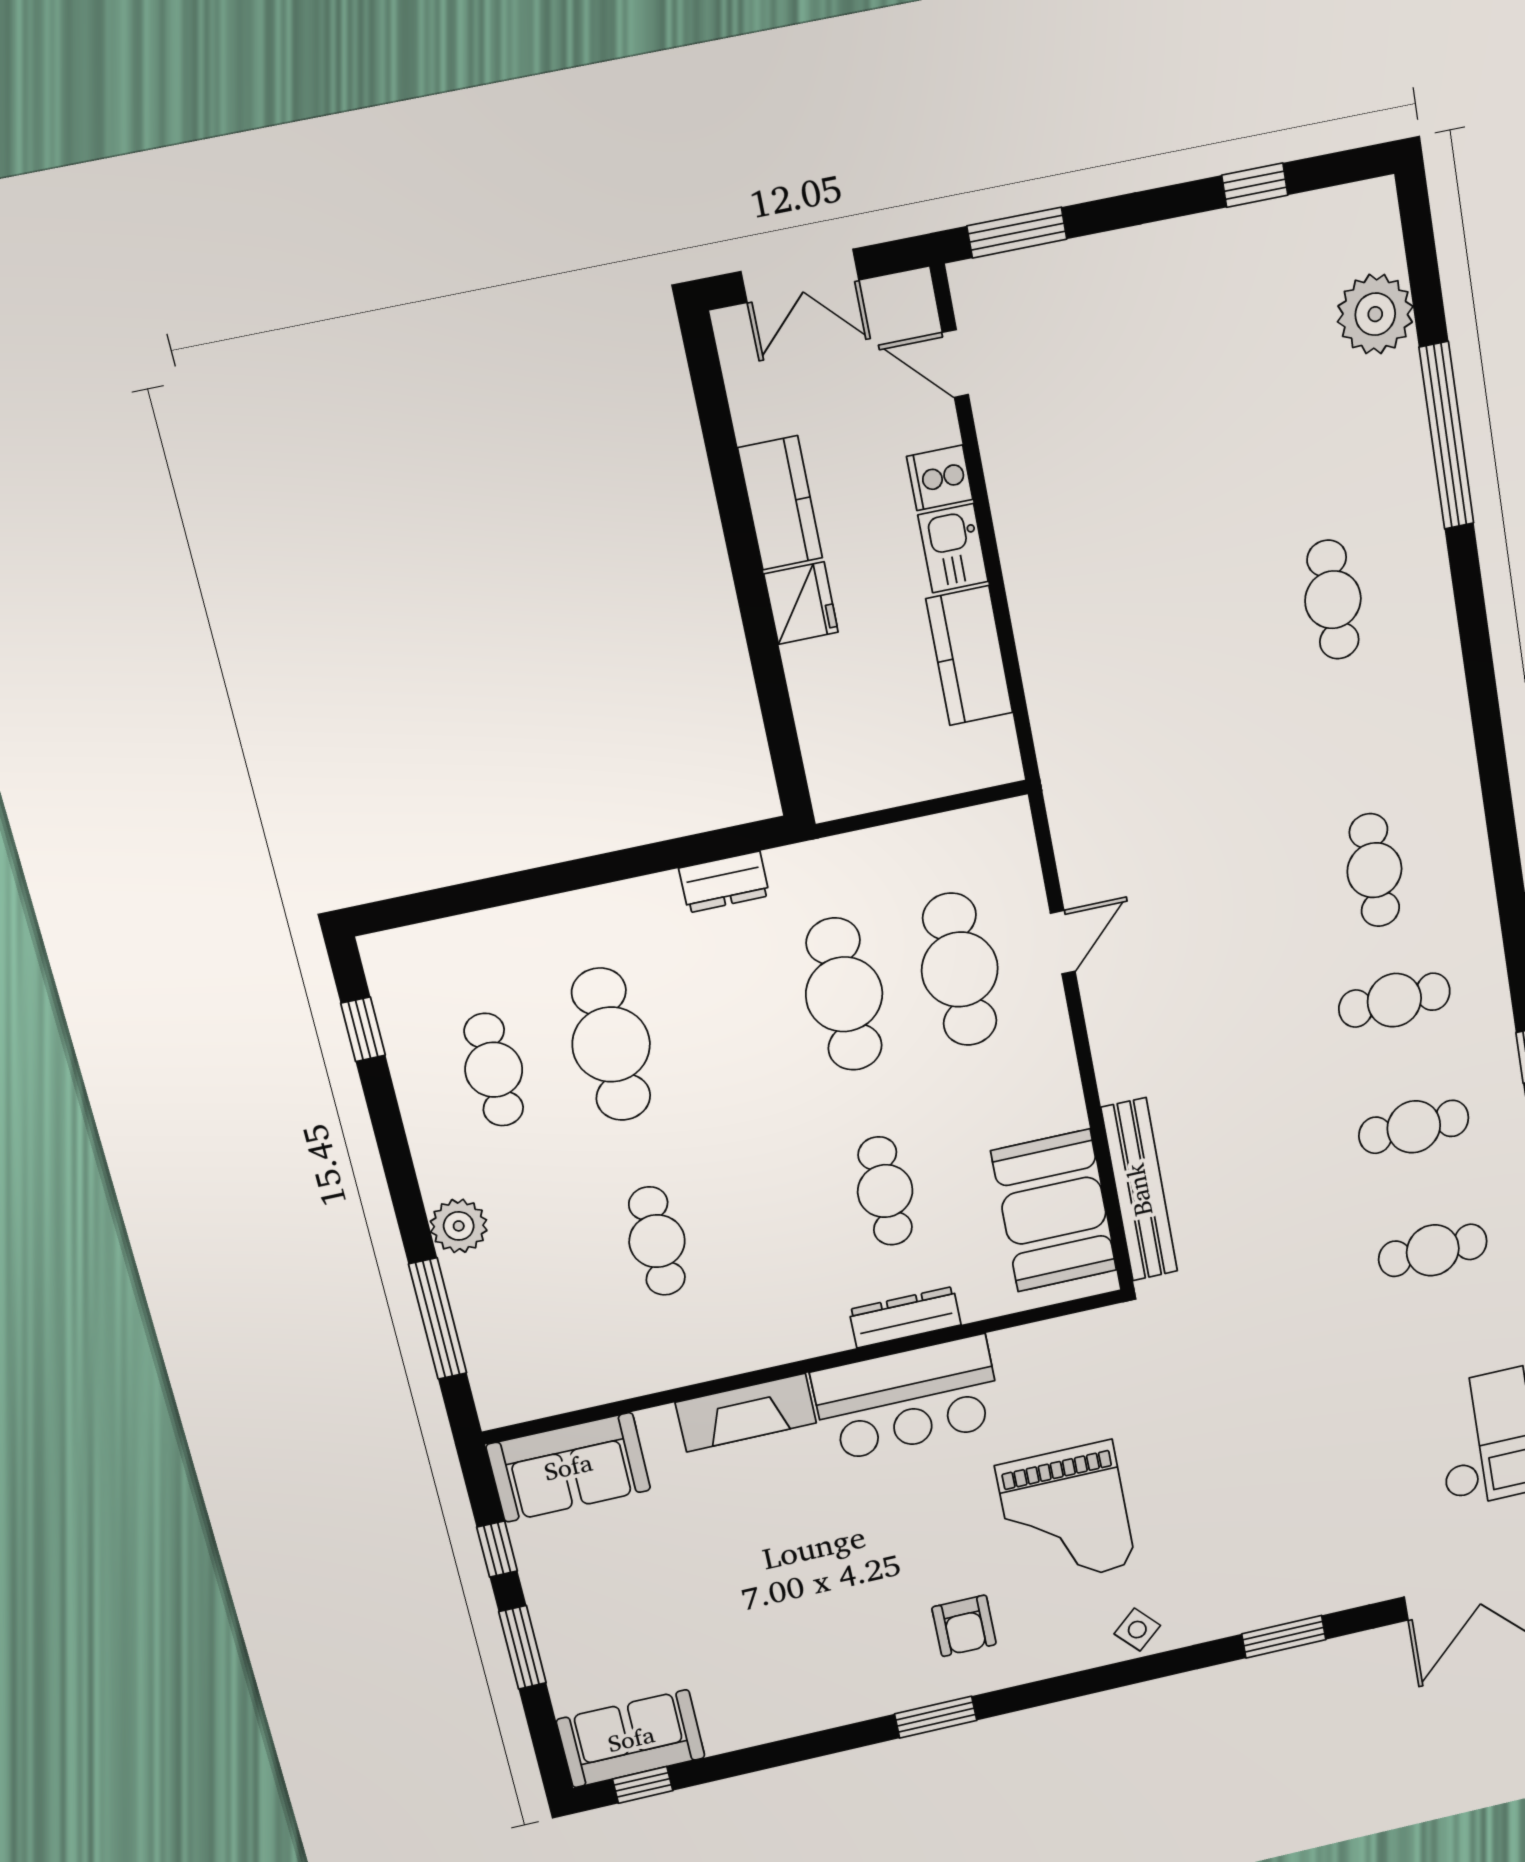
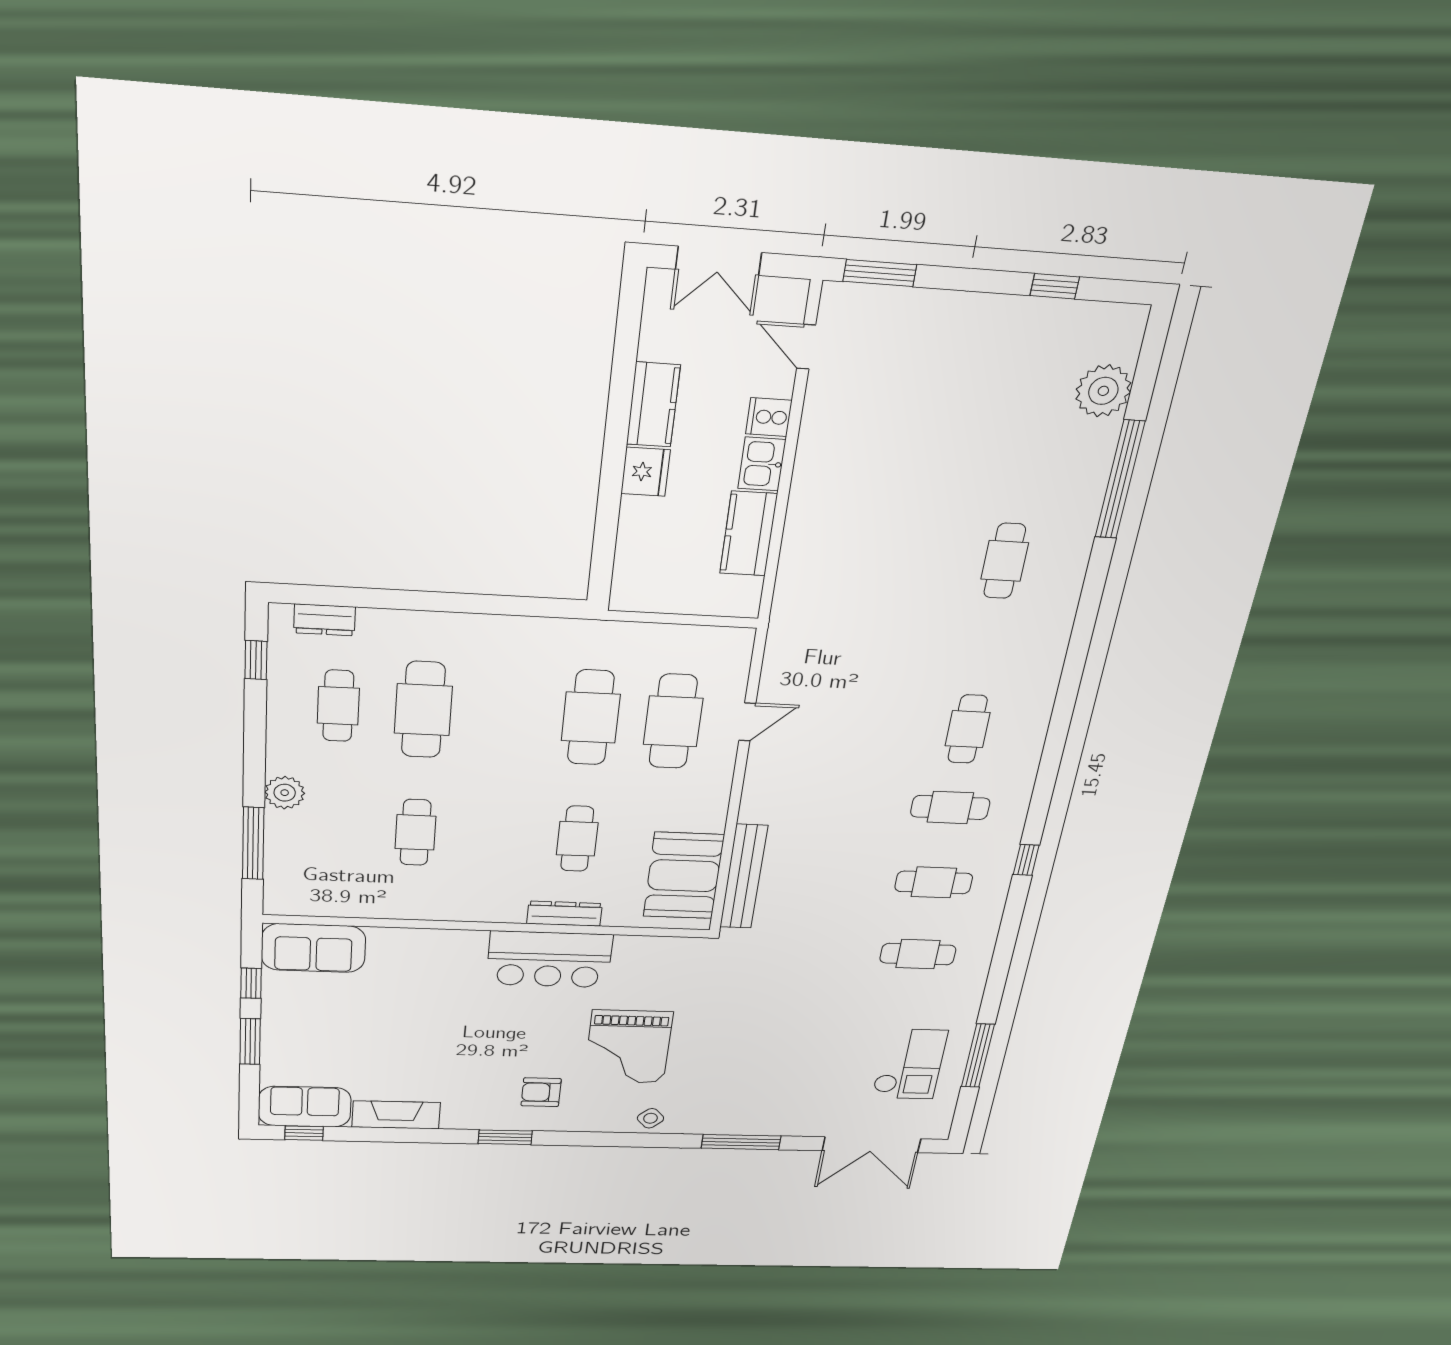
dresser: (724, 882) -> (325, 620), moved
fireplace: (746, 1413) -> (396, 1115), moved, turned 180
armchair: (964, 1626) -> (541, 1092), turned 90
window: (1284, 1637) -> (741, 1142), width x1.44

